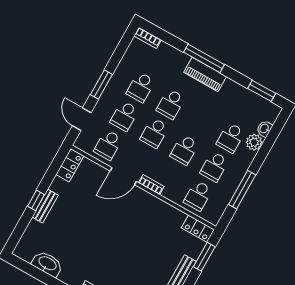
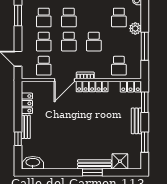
window: (101, 84) -> (18, 15), moved
plant: (254, 142) -> (135, 28), moved
locker: (70, 165) -> (27, 103), moved
school desk: (214, 167) -> (119, 42), removed
window: (36, 200) -> (18, 139), moved
locker: (152, 203) -> (92, 87), added
washbasin: (47, 264) -> (33, 163), moved

